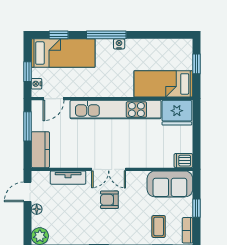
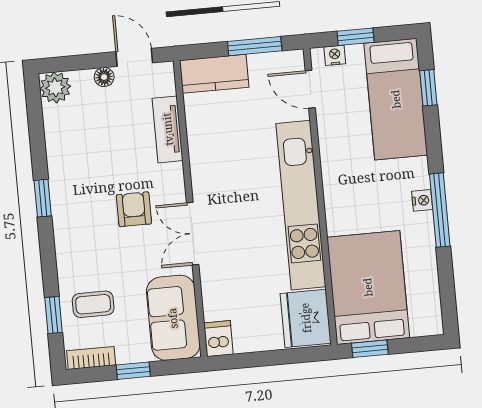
window: (106, 35) -> (440, 210), moved
window: (196, 64) -> (370, 349), moved
bed: (163, 84) -> (368, 287), width x1.50
double door: (109, 169) -> (193, 234), moved

